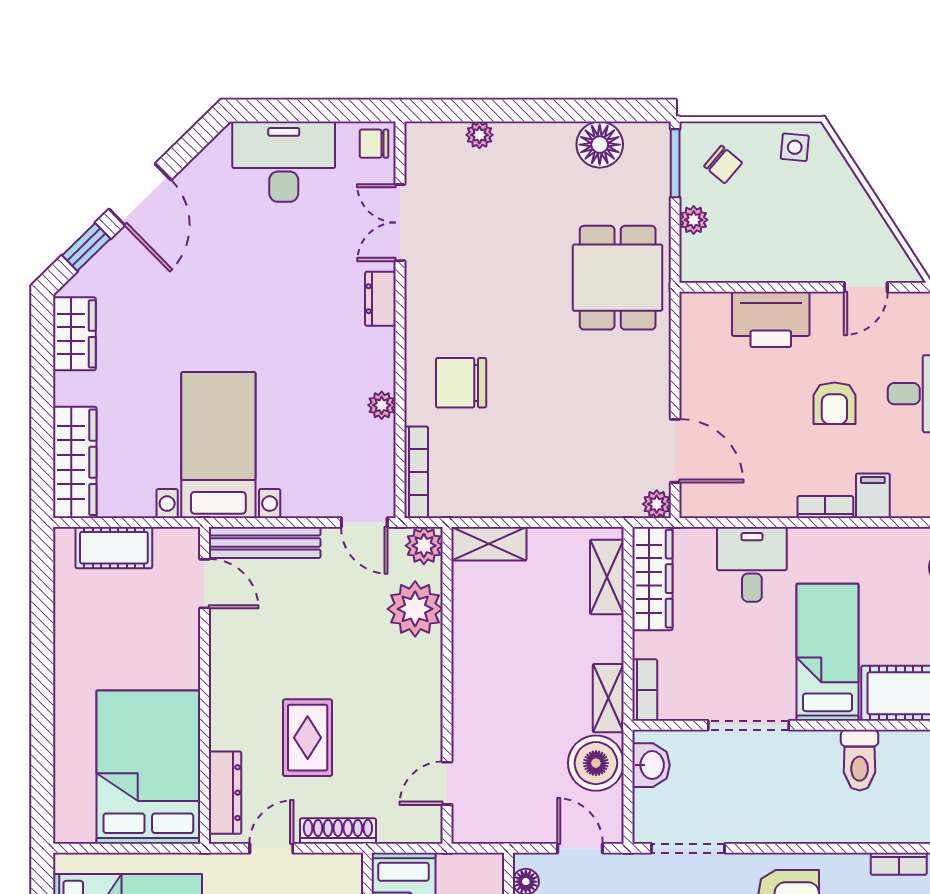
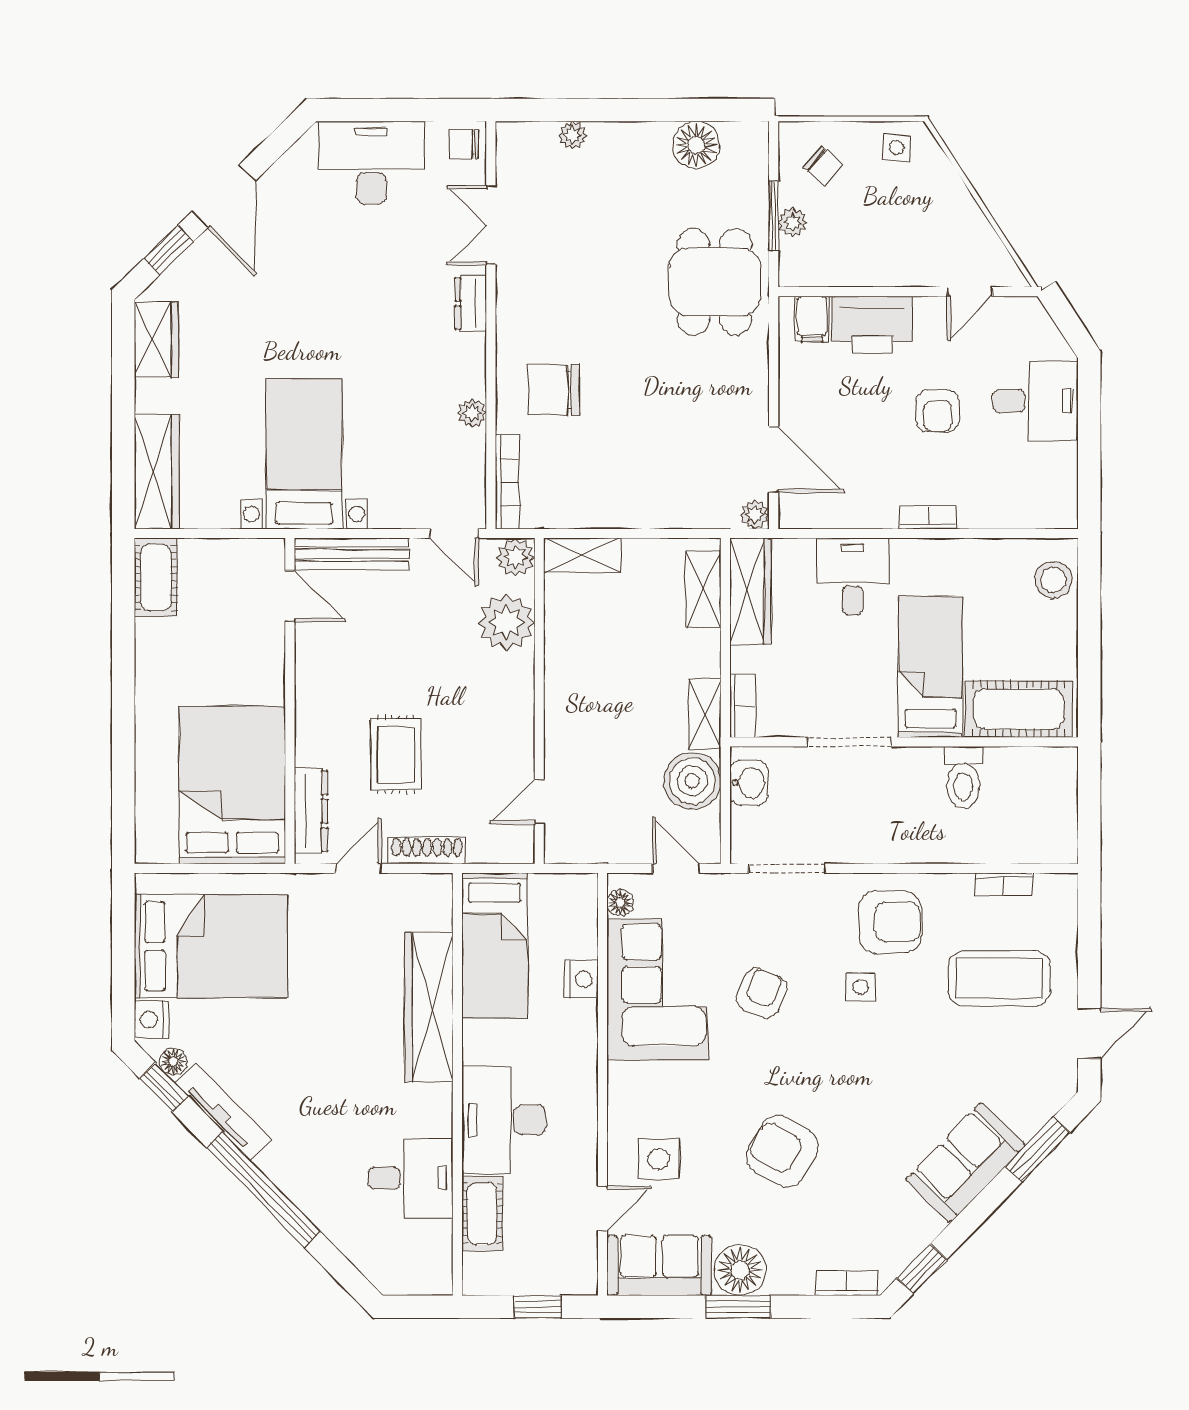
window: (675, 163) -> (774, 216), moved
filing cabinet: (873, 496) -> (812, 319), moved, turned 180
cot: (114, 548) -> (156, 577), moved, turned 90

